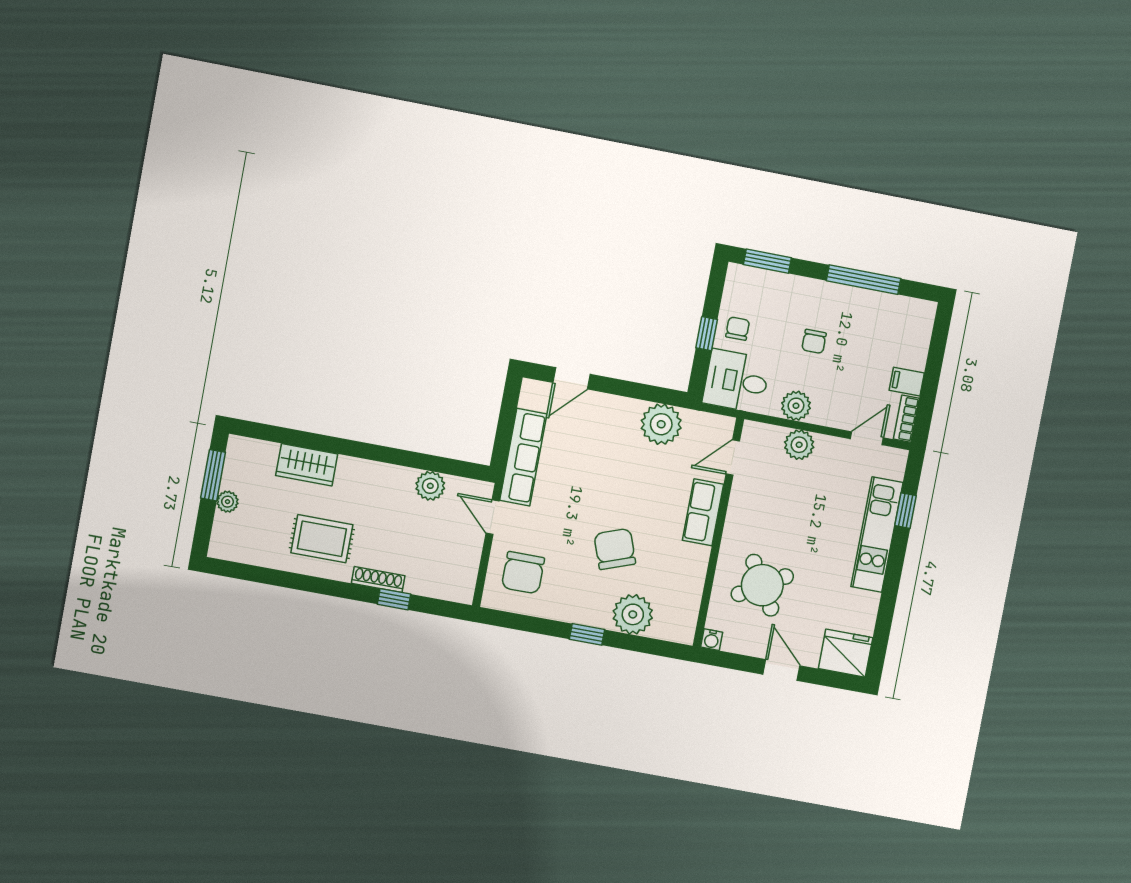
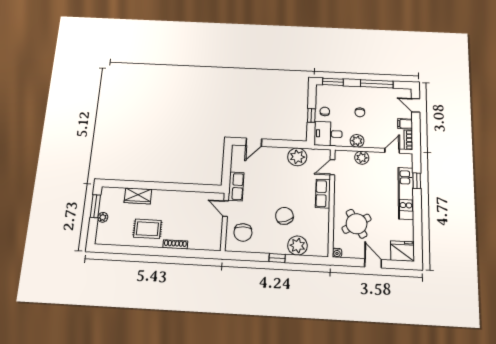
door: (938, 342) -> (416, 105), added
row of seats: (523, 457) -> (236, 186), width x0.68
plant: (430, 486) -> (195, 198), removed
window: (394, 599) -> (184, 253), removed

